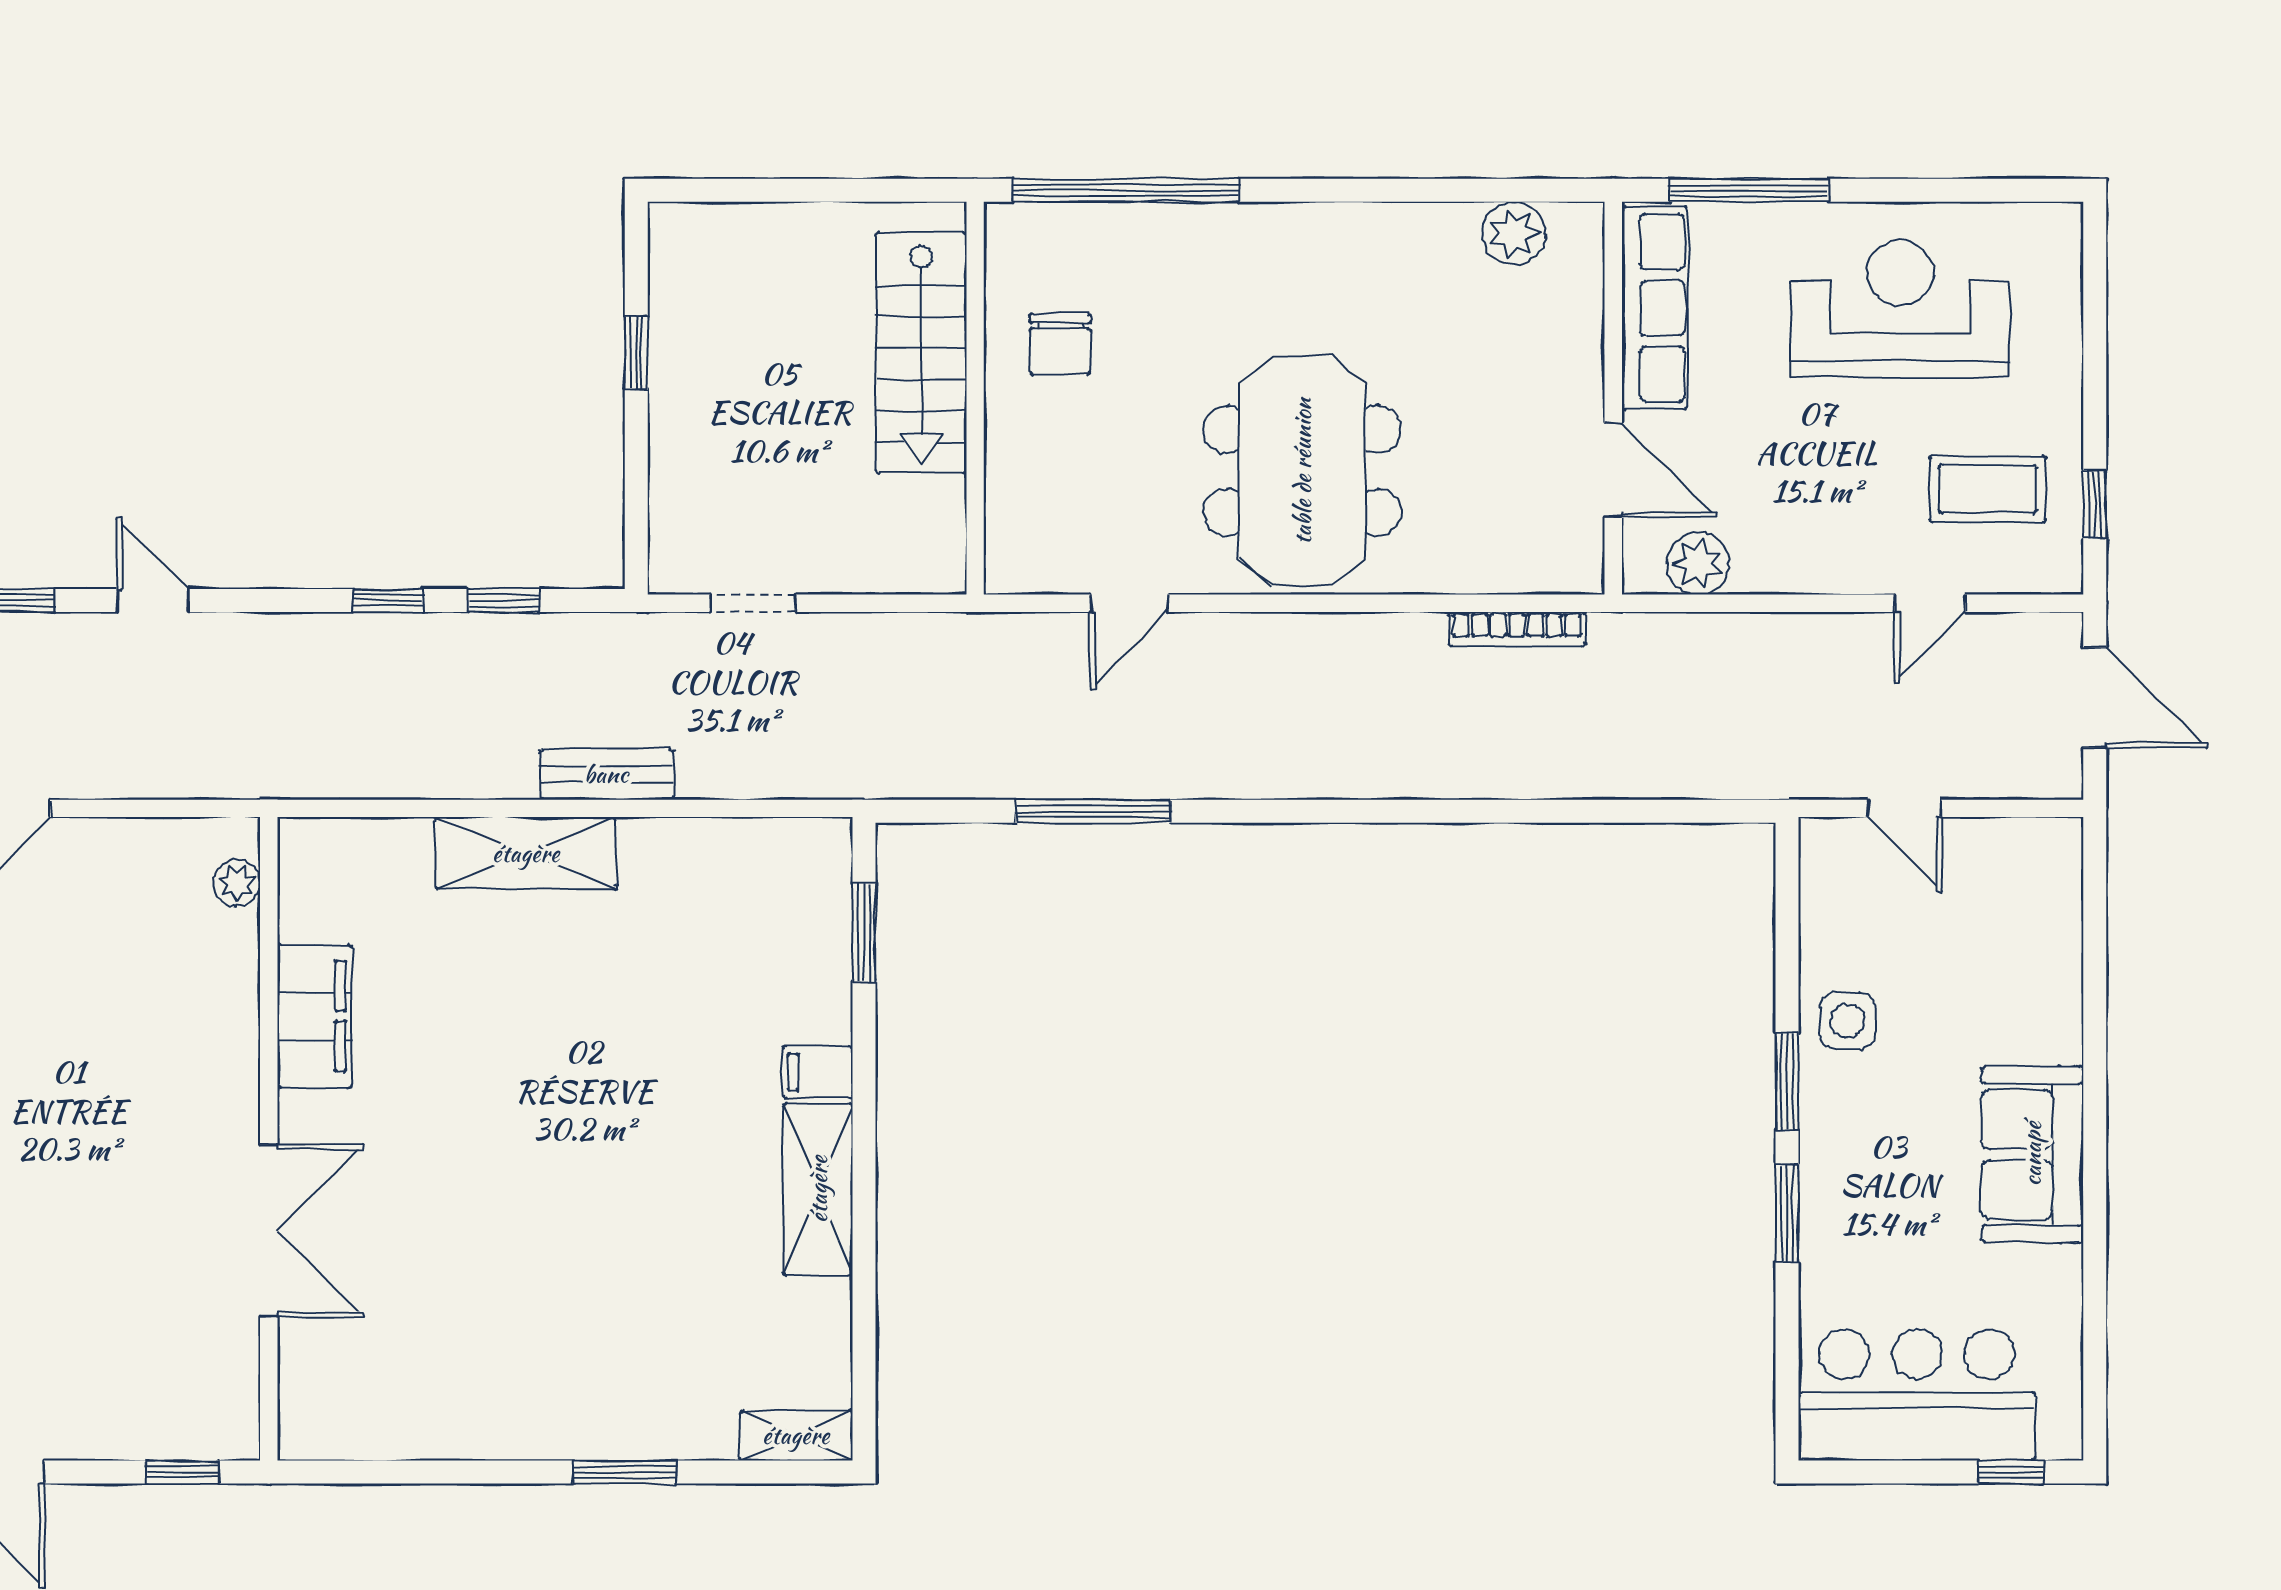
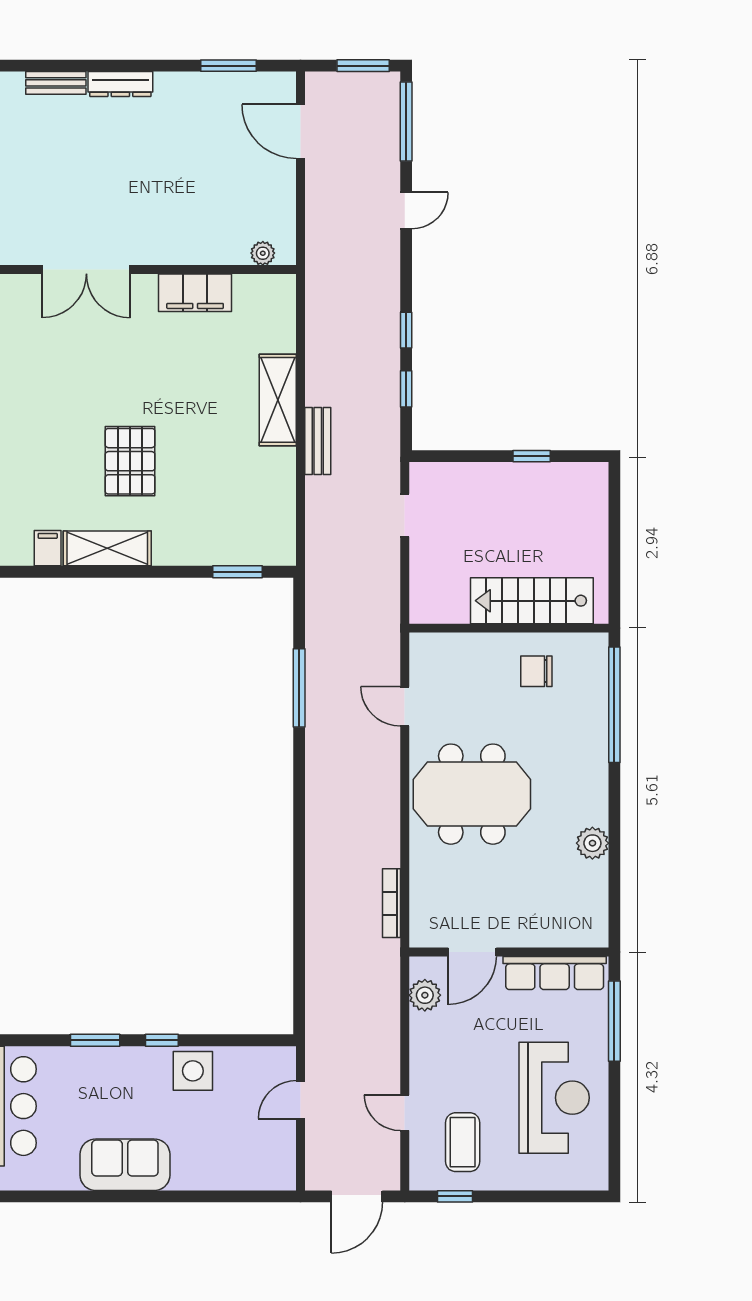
plant: (1514, 233) -> (592, 843), moved
side table: (1847, 1021) -> (193, 1071), width x1.37, depth x1.37
filing cabinet: (818, 1072) -> (48, 548), moved
window: (1787, 1081) -> (162, 1040), width x0.67
pallet: (646, 1144) -> (130, 461), added

